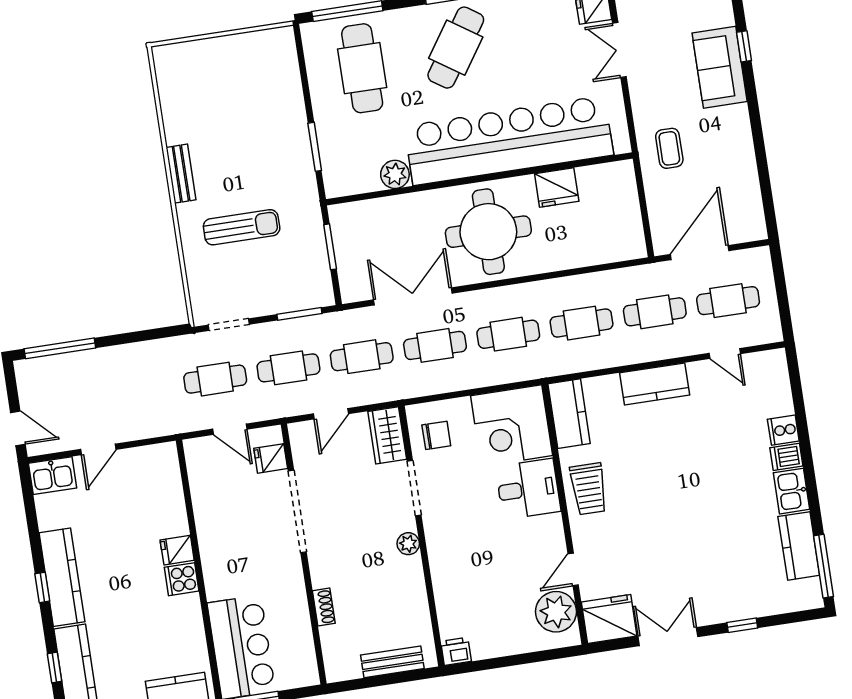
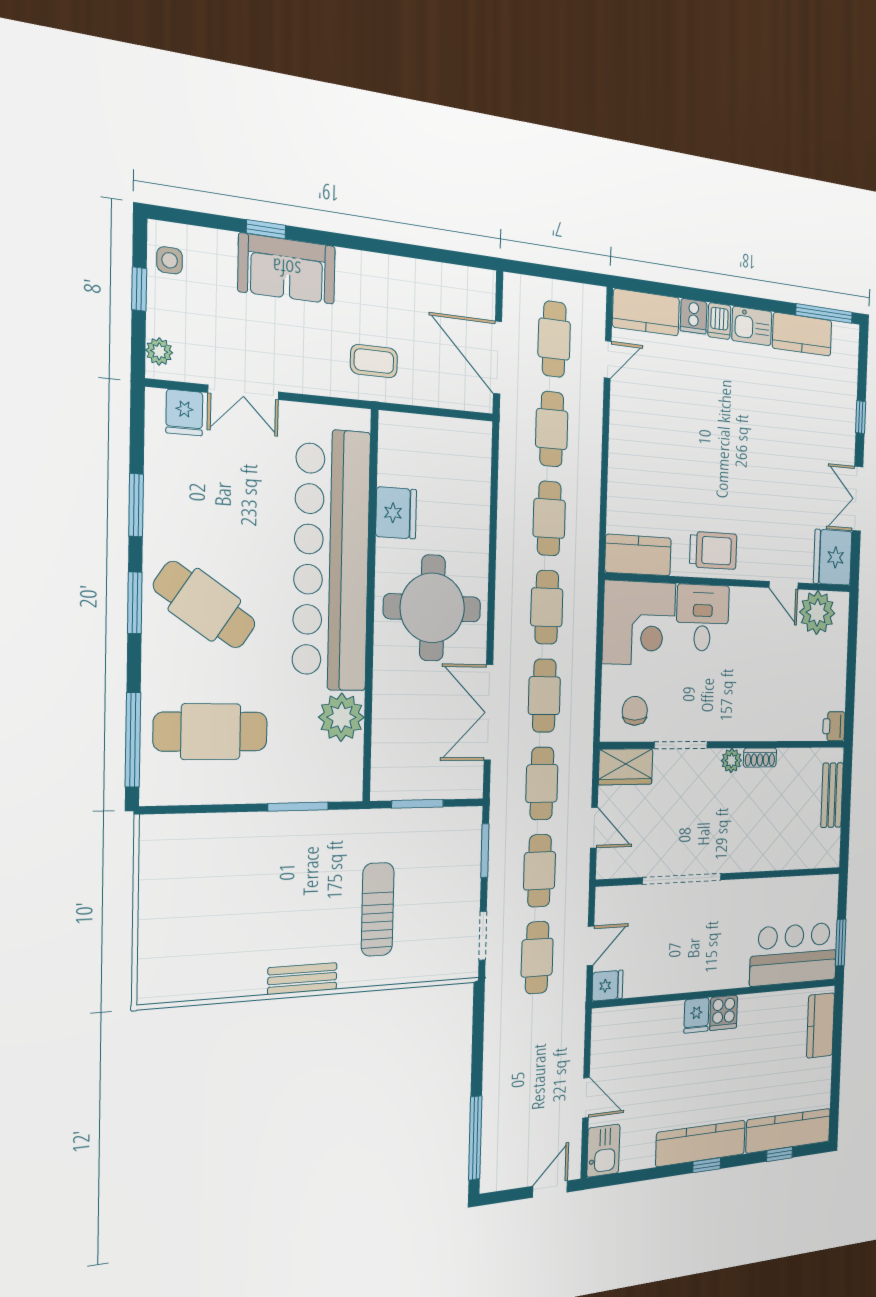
plant: (395, 174) -> (341, 717), width x1.36, depth x1.36
kitchen counter: (655, 384) -> (646, 312), moved, turned 90
fridge: (271, 458) -> (608, 986), moved, turned -90
shoe rack: (324, 607) -> (760, 758), moved, turned 180

